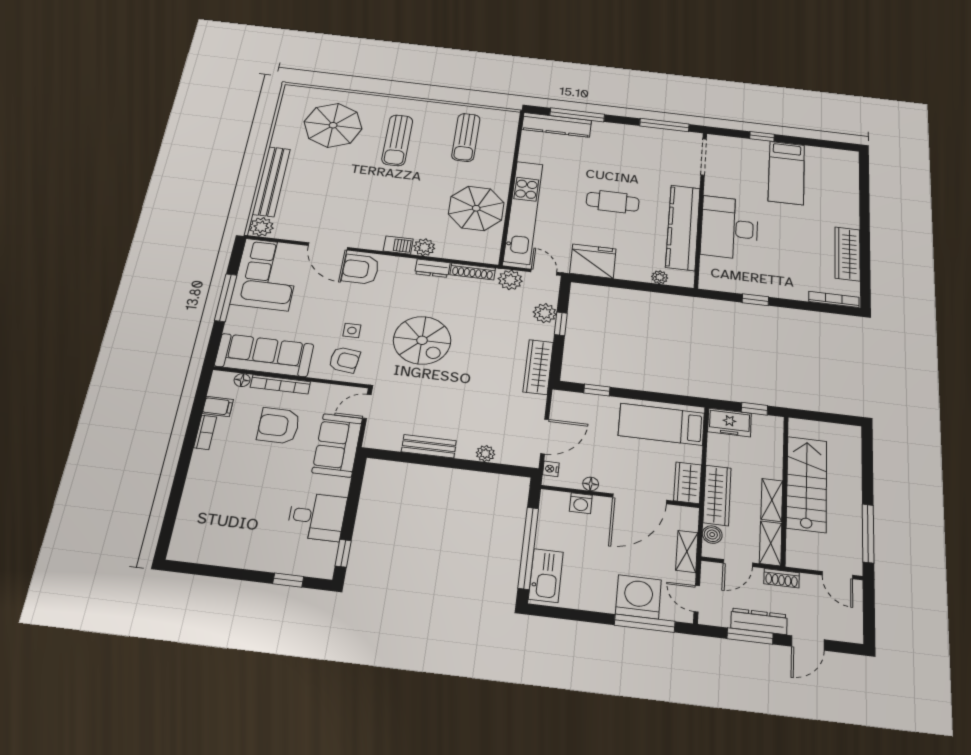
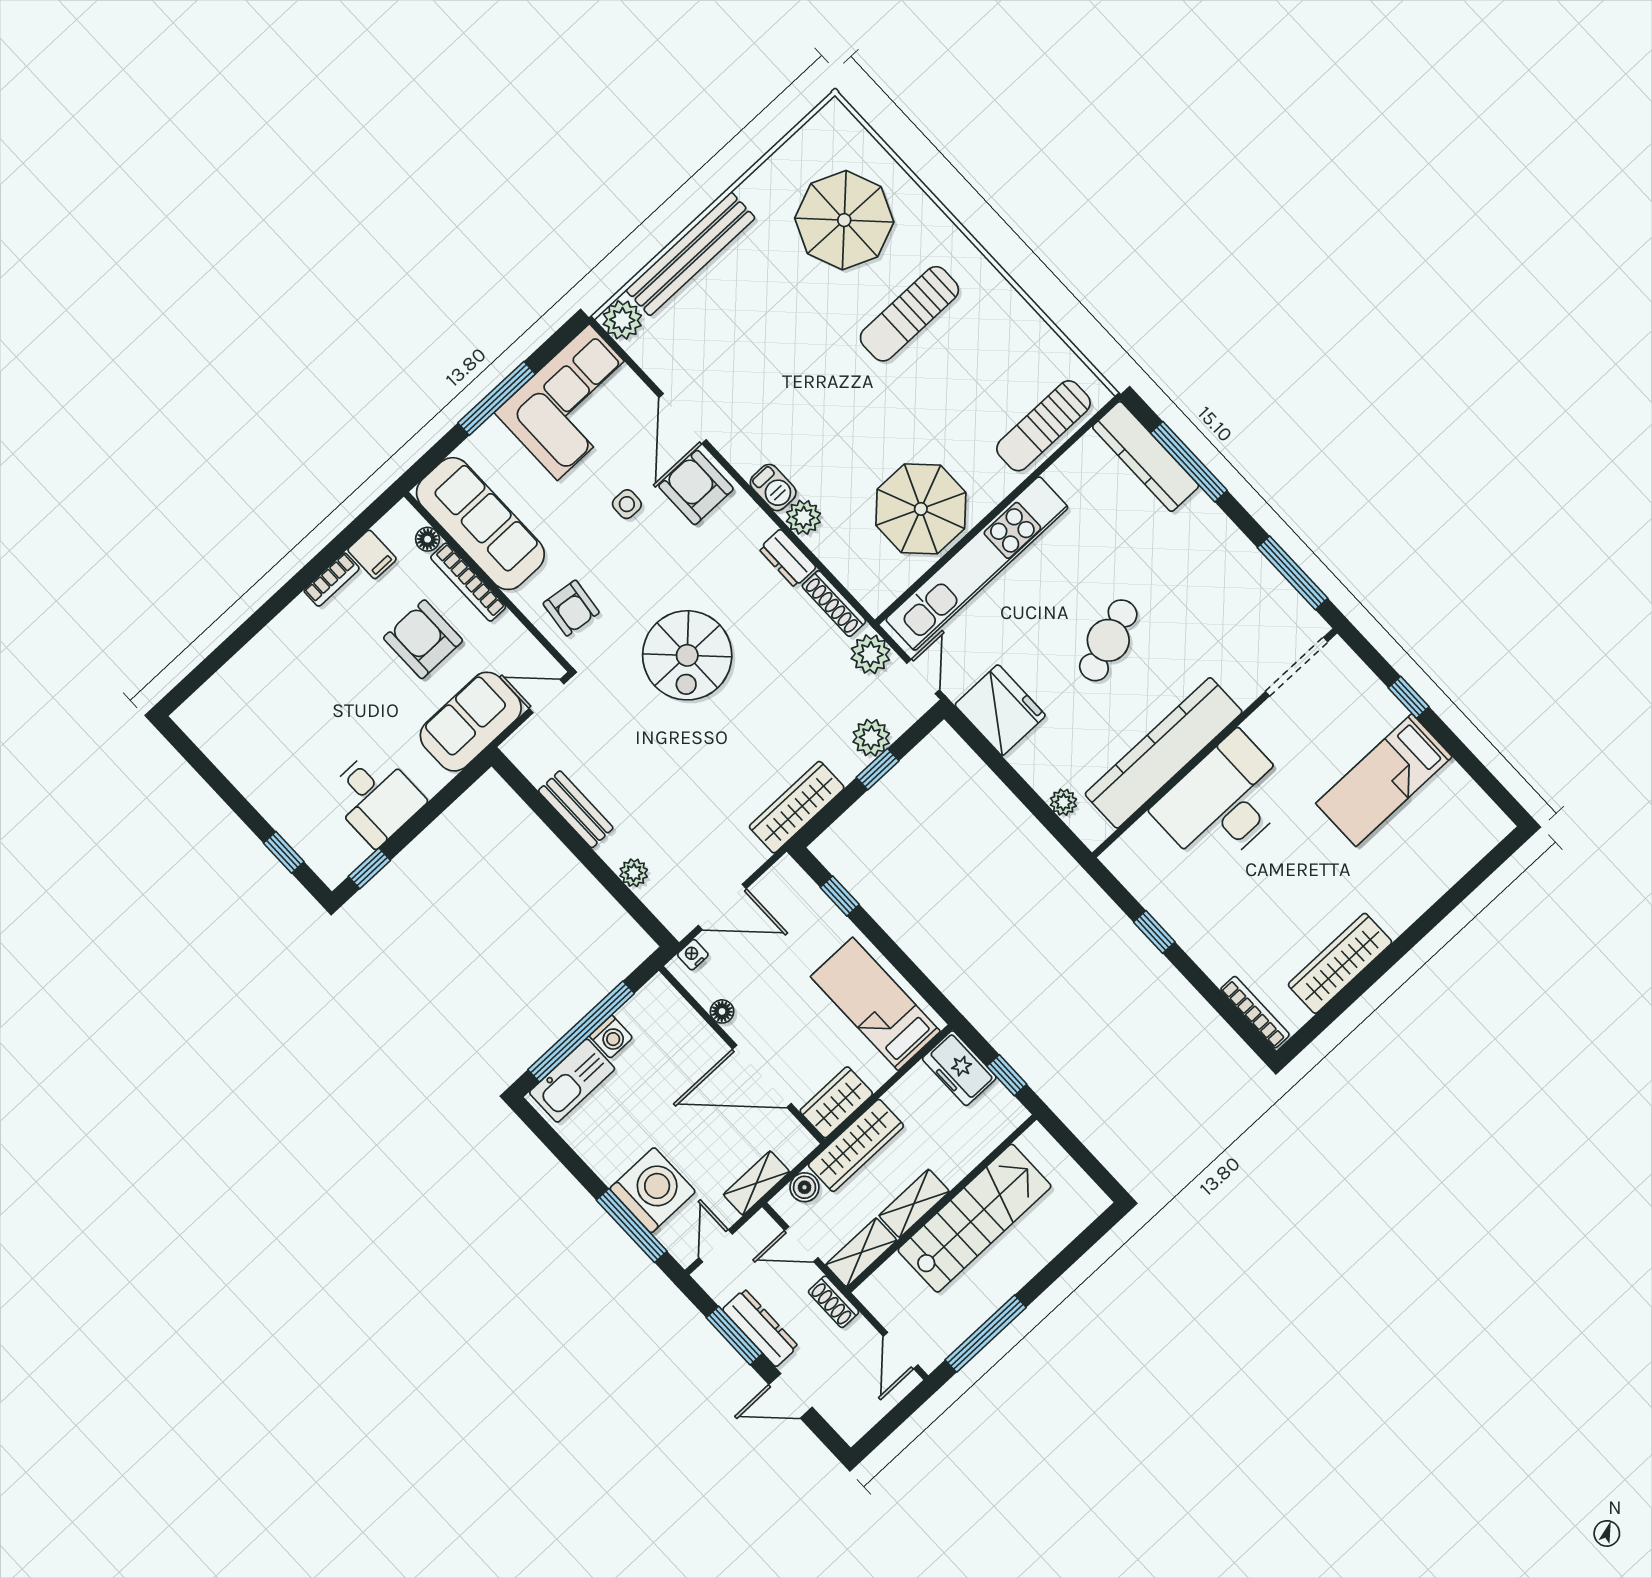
sun lounger: (466, 137) -> (1043, 426), moved
cafe table: (613, 202) -> (1108, 640), turned 71
side table: (352, 331) -> (627, 504), moved
washing machine: (581, 503) -> (611, 1037), moved, turned -90

